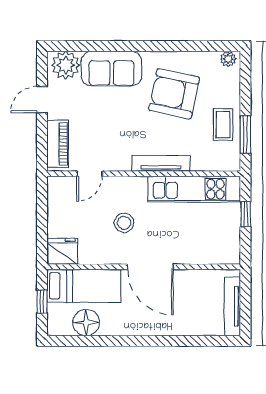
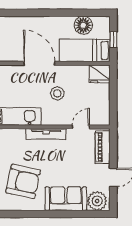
tv unit: (161, 163) -> (46, 134), moved

